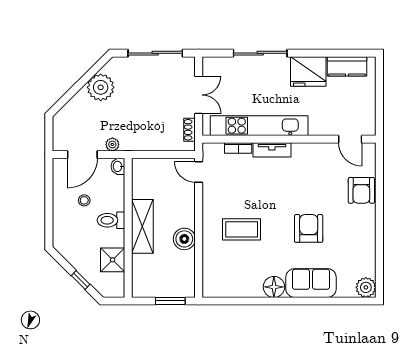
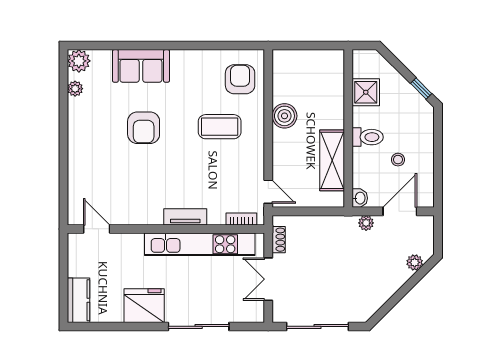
kitchen counter: (347, 66) -> (79, 300), moved, turned 90
plant: (101, 87) -> (415, 262), moved, width x0.53, depth x0.53
bookcase: (238, 148) -> (241, 219), moved
armchair: (361, 190) -> (240, 79), moved
shelving: (142, 226) -> (332, 160), moved
plant: (369, 263) -> (75, 89), added
window: (81, 280) -> (421, 88), moved
floor lamp: (274, 287) -> (183, 62), removed
window: (170, 301) -> (300, 46), removed

